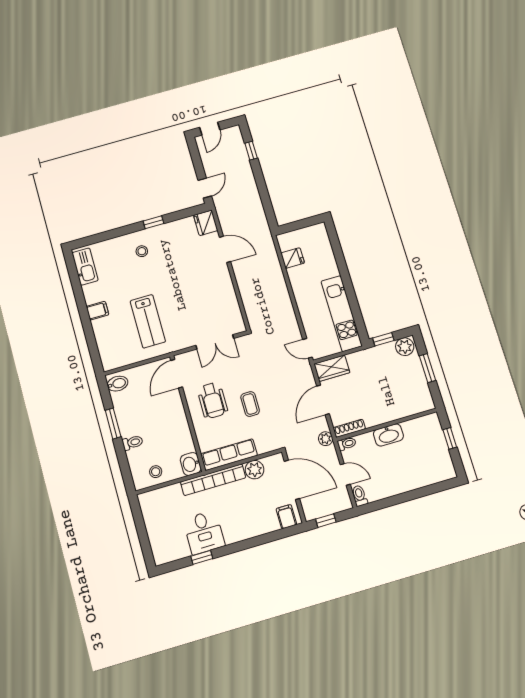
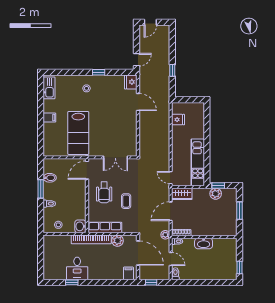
window: (251, 151) -> (172, 70), moved
lab bench: (148, 321) -> (78, 133), width x1.36, depth x1.39
plant: (405, 347) -> (216, 194), moved
bidet: (118, 384) -> (50, 178), moved
window: (450, 438) -> (240, 268), moved

